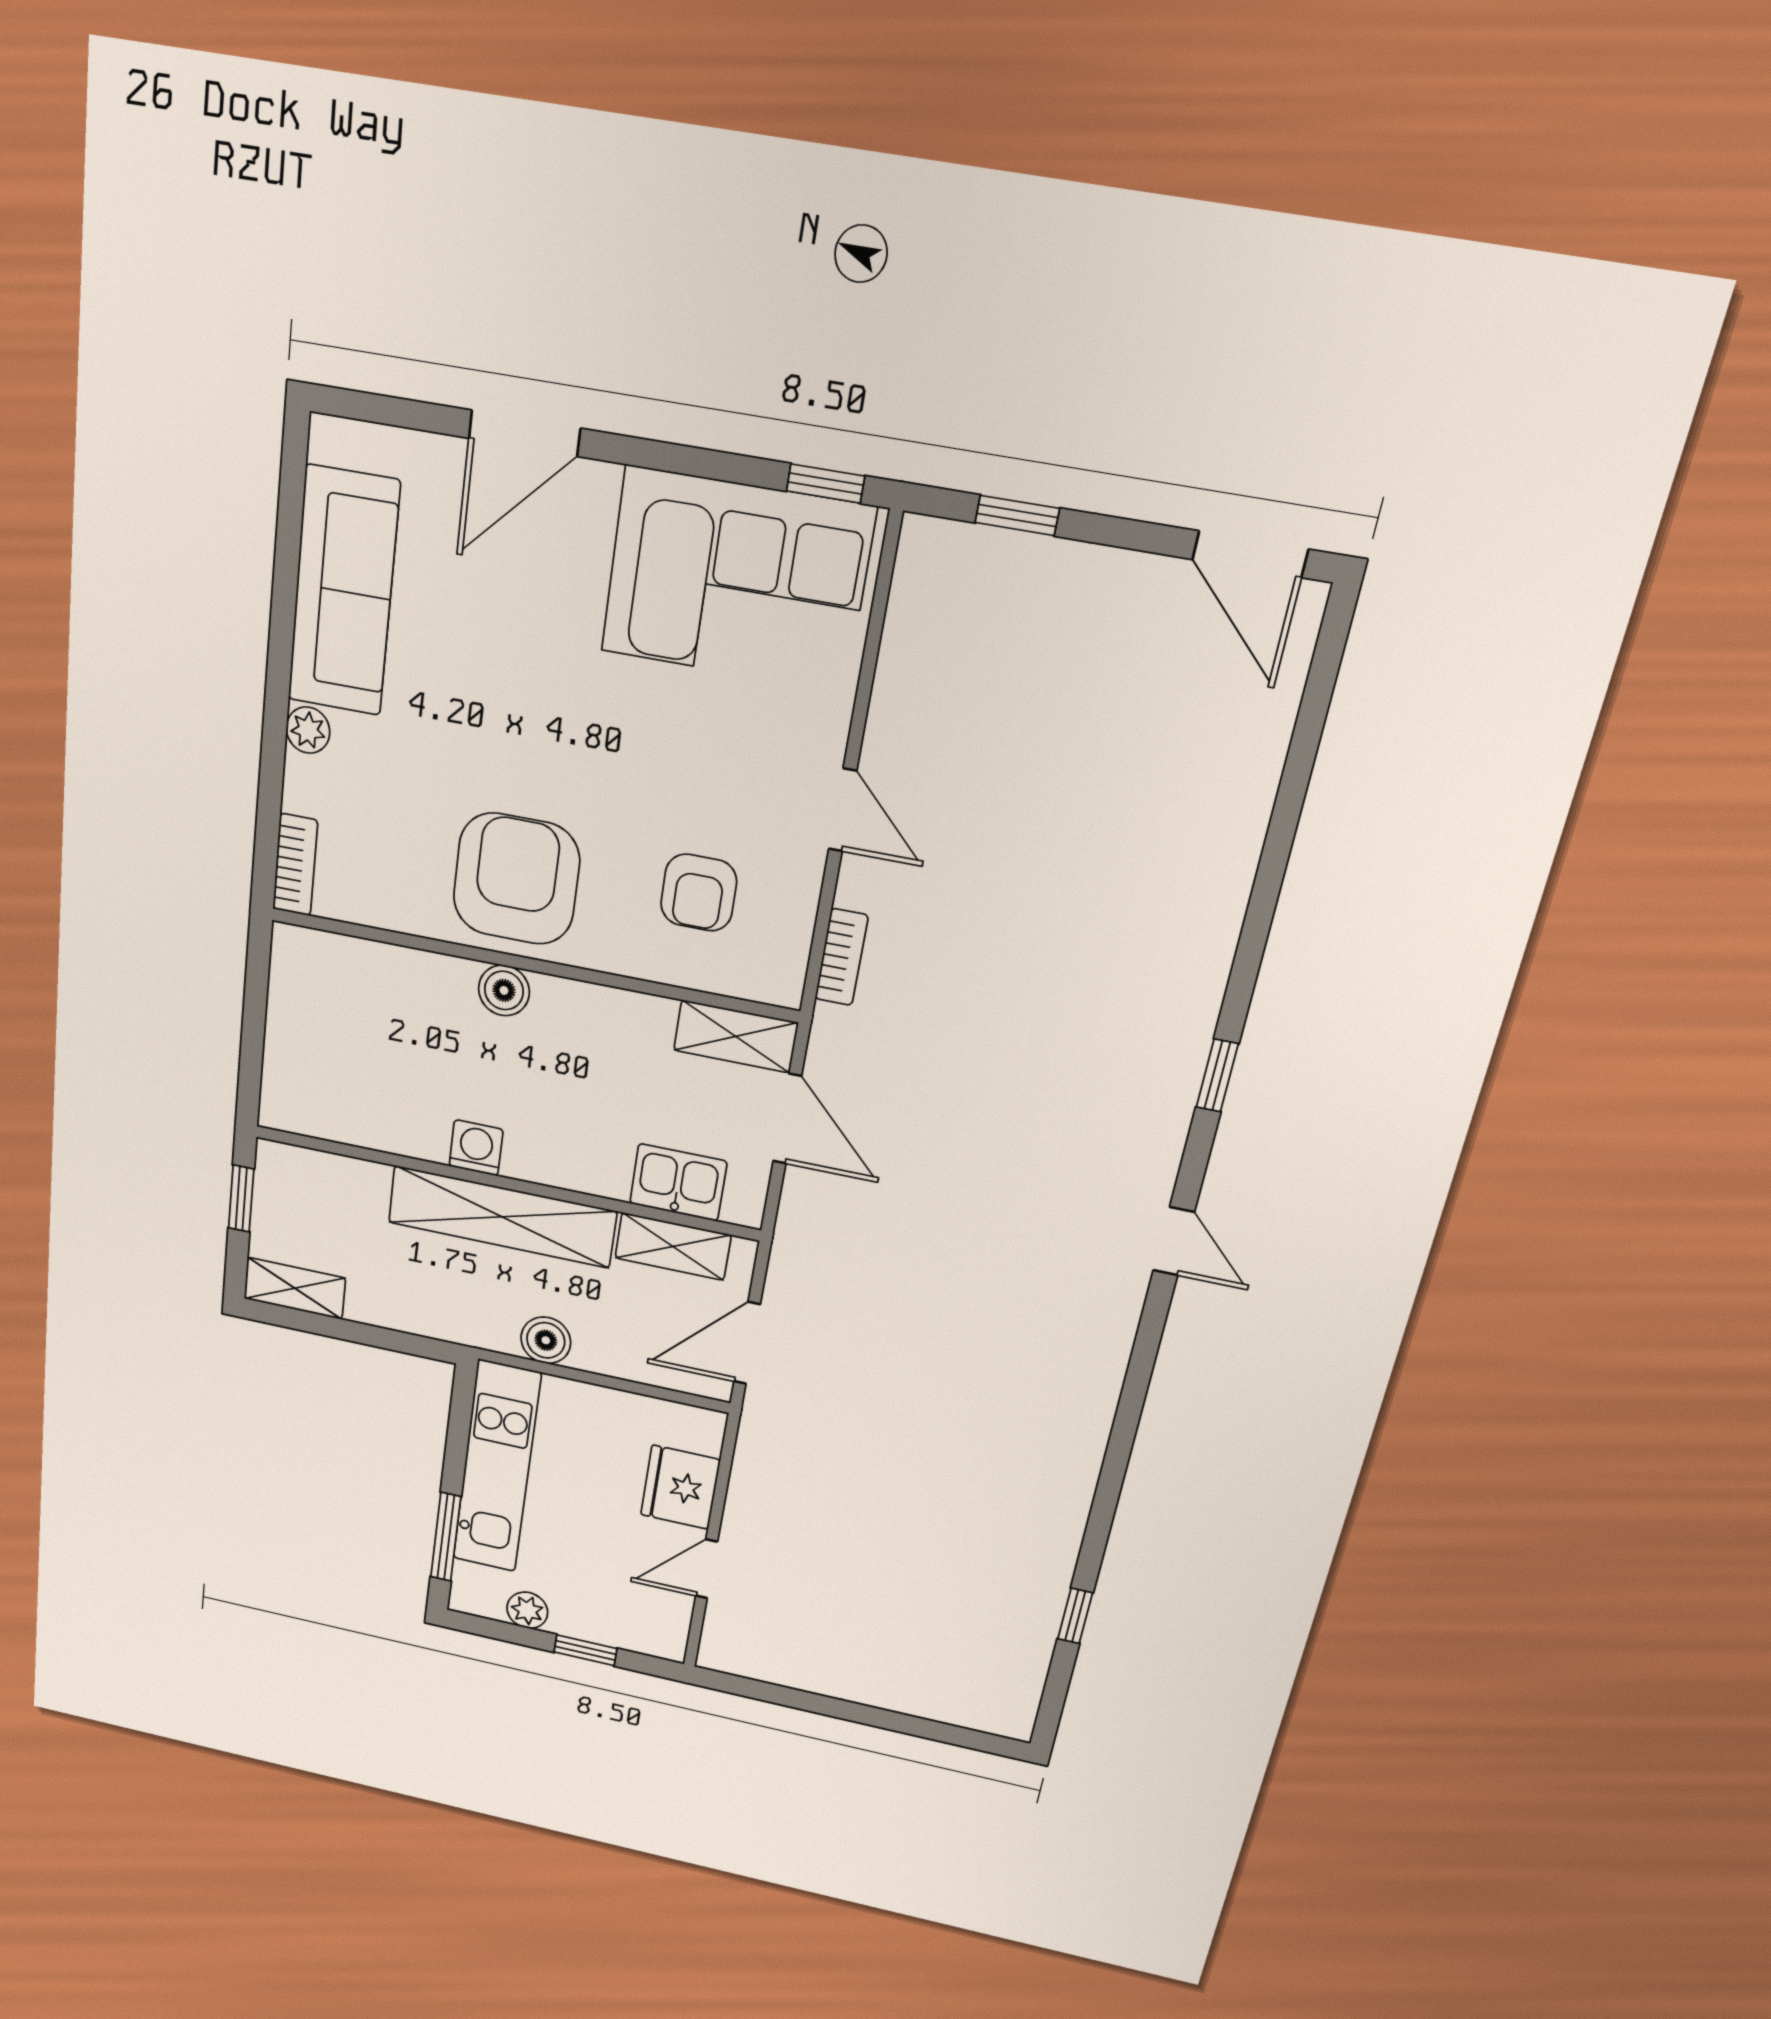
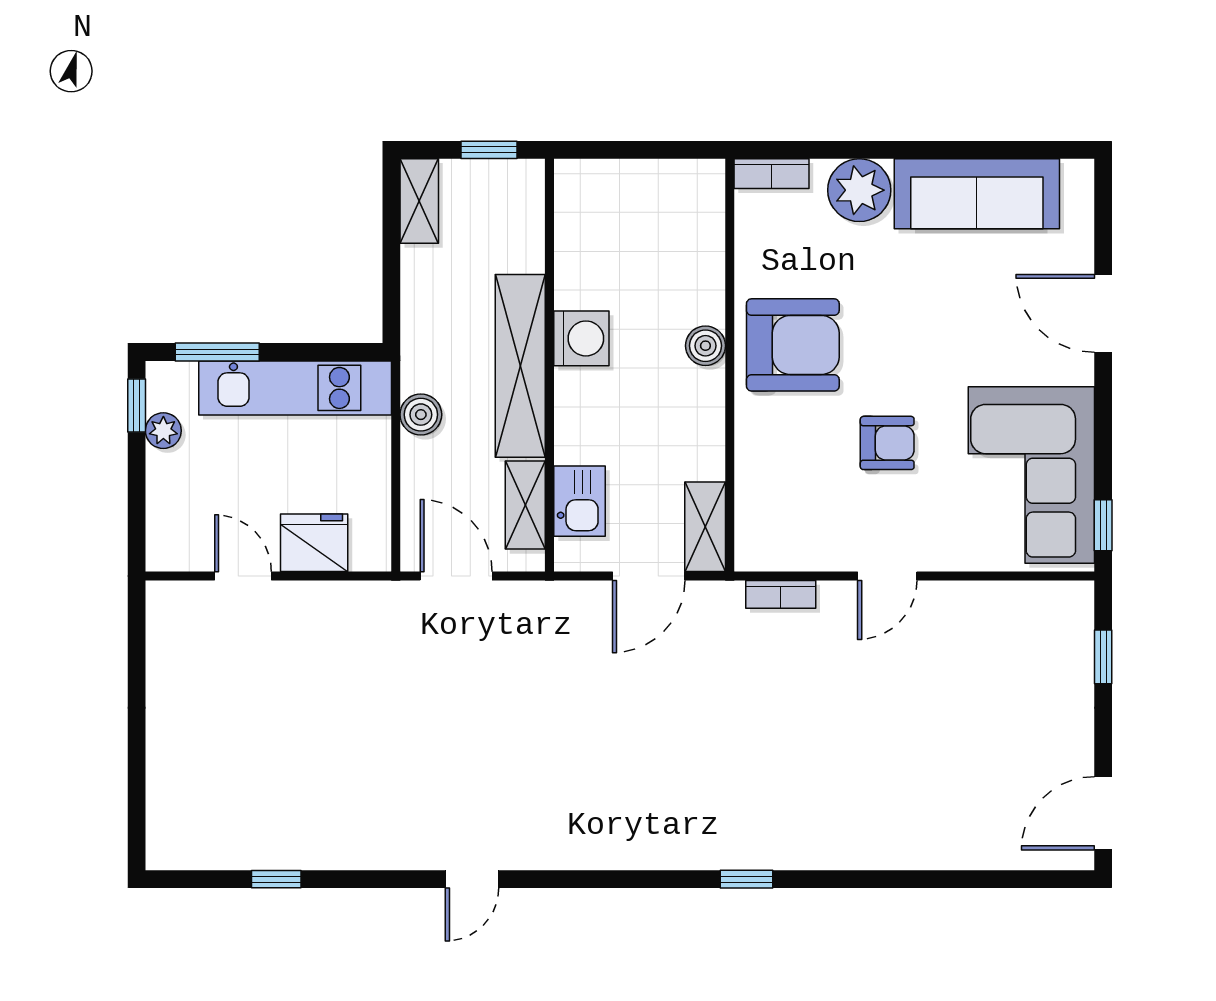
plant: (308, 730) -> (859, 190), width x1.87, depth x1.87
armchair: (699, 893) -> (887, 443), moved, turned 180
washing machine: (476, 1148) -> (581, 338), width x1.38, depth x1.38
door: (1174, 1241) -> (472, 879), moved
window: (585, 1650) -> (137, 406), moved

